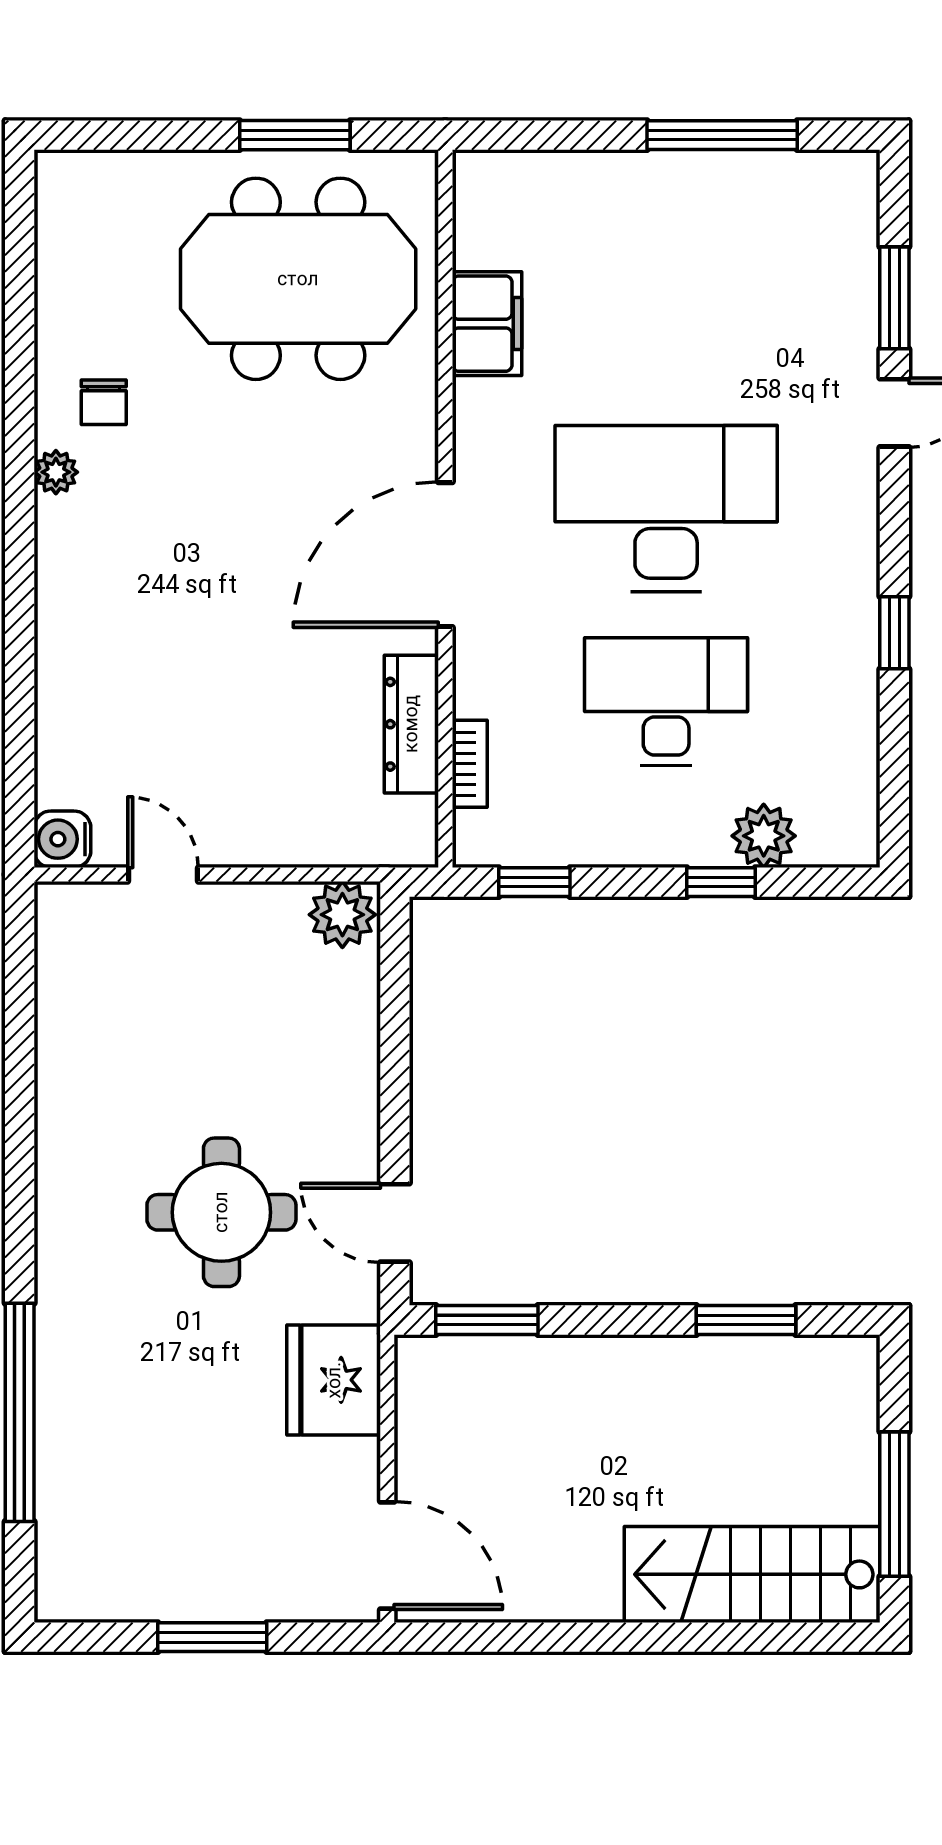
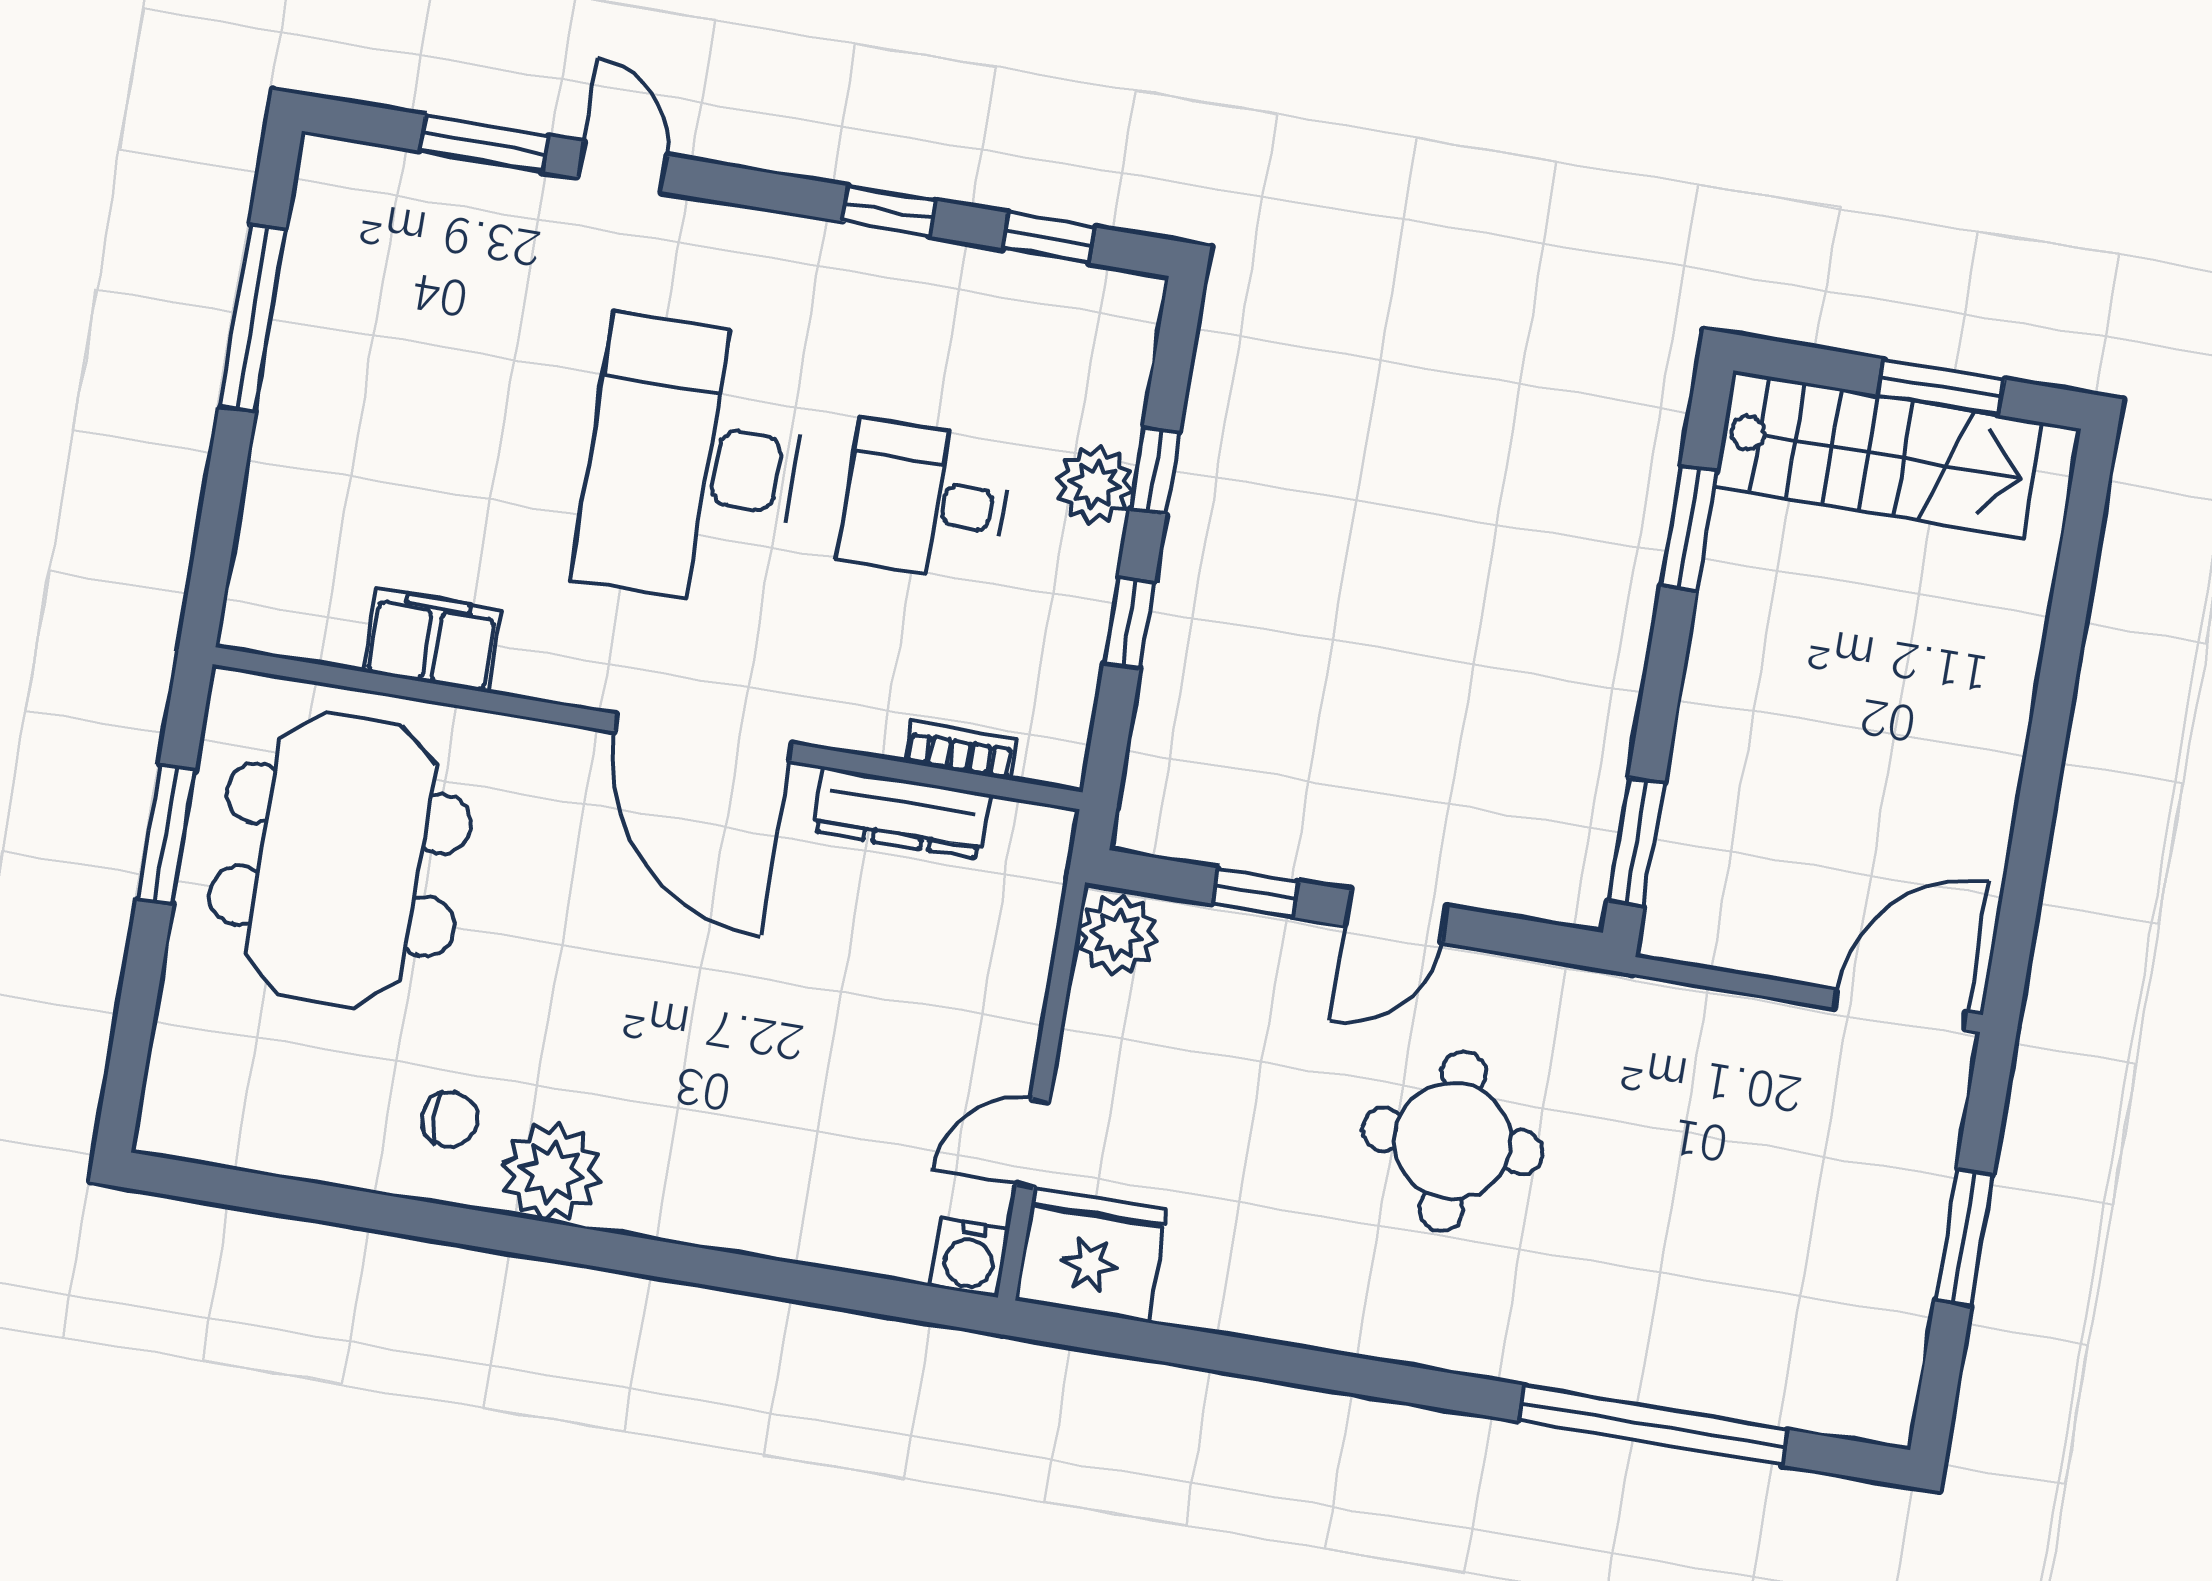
plant: (56, 472) -> (552, 1172), width x1.88, depth x1.88
desk: (666, 702) -> (925, 501), width x0.73
window: (894, 766) -> (1049, 238), added
plant: (764, 836) -> (1095, 484), moved
window: (534, 882) -> (1129, 623), moved
window: (395, 1020) -> (1255, 893), added
door: (395, 1223) -> (1396, 916), moved
fridge: (334, 1380) -> (1091, 1255), moved, turned 180
window: (894, 1504) -> (1941, 387), width x0.69
stairs: (752, 1574) -> (1878, 454), moved, turned -90

